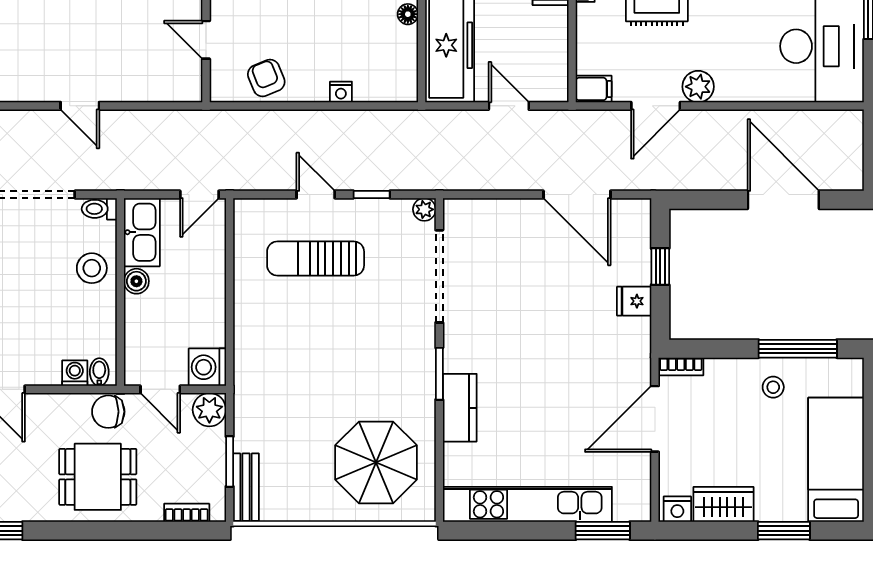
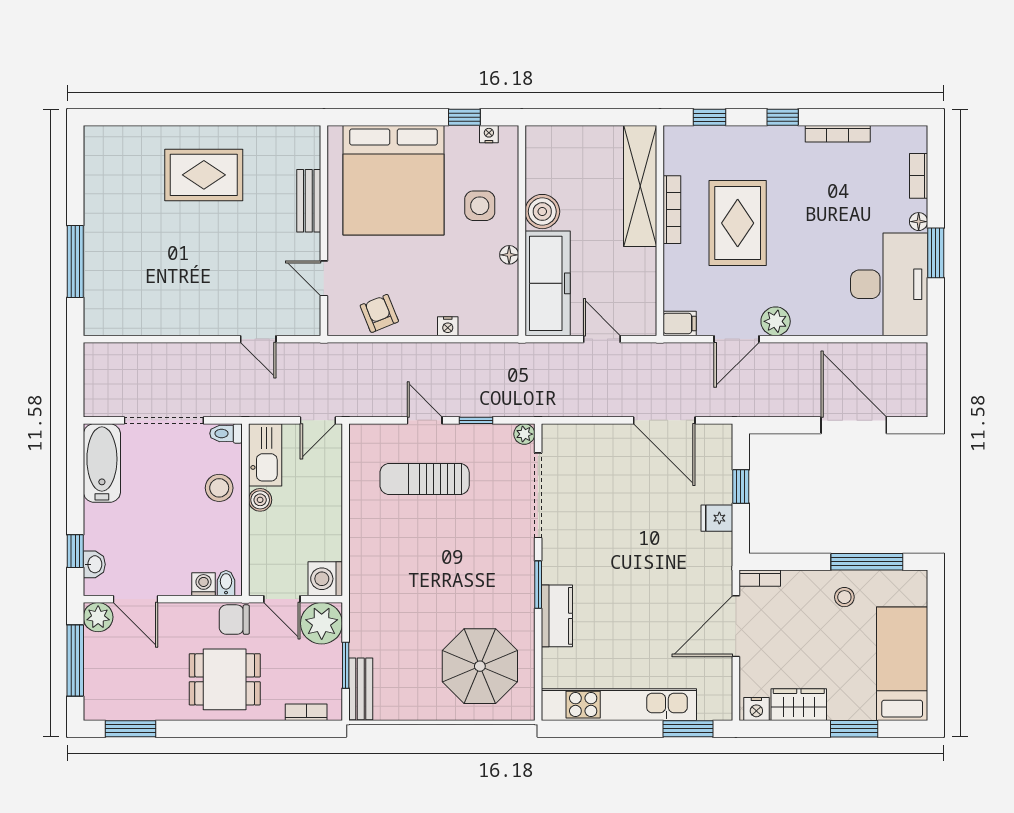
door: (80, 106) -> (258, 339), moved
plant: (209, 410) -> (322, 623), width x1.36, depth x1.36

